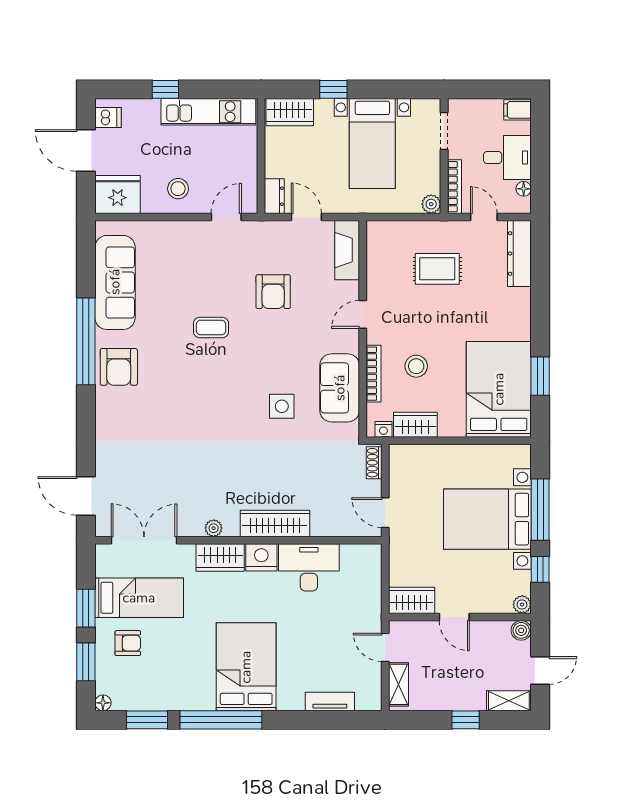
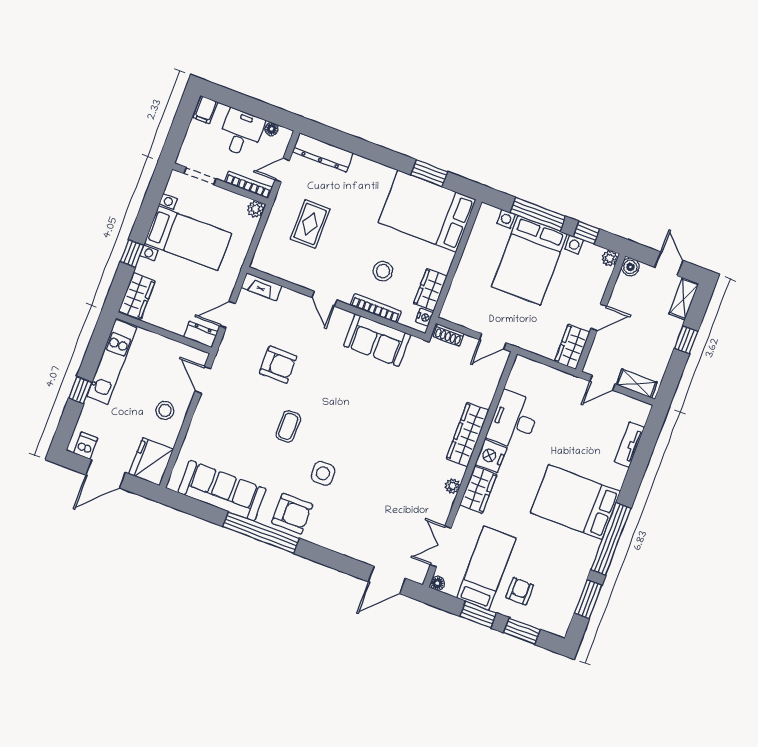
fireplace: (347, 250) -> (261, 287), width x0.73, depth x0.76
side table: (282, 406) -> (323, 473), moved
double door: (144, 540) -> (441, 546), width x0.73
floor lamp: (103, 703) -> (437, 583), moved

